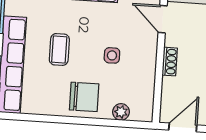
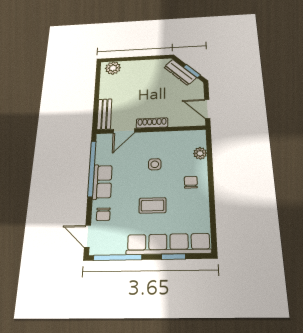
shoe rack: (170, 62) -> (152, 123), width x1.43
chair: (84, 97) -> (191, 182), width x0.54, depth x0.54

